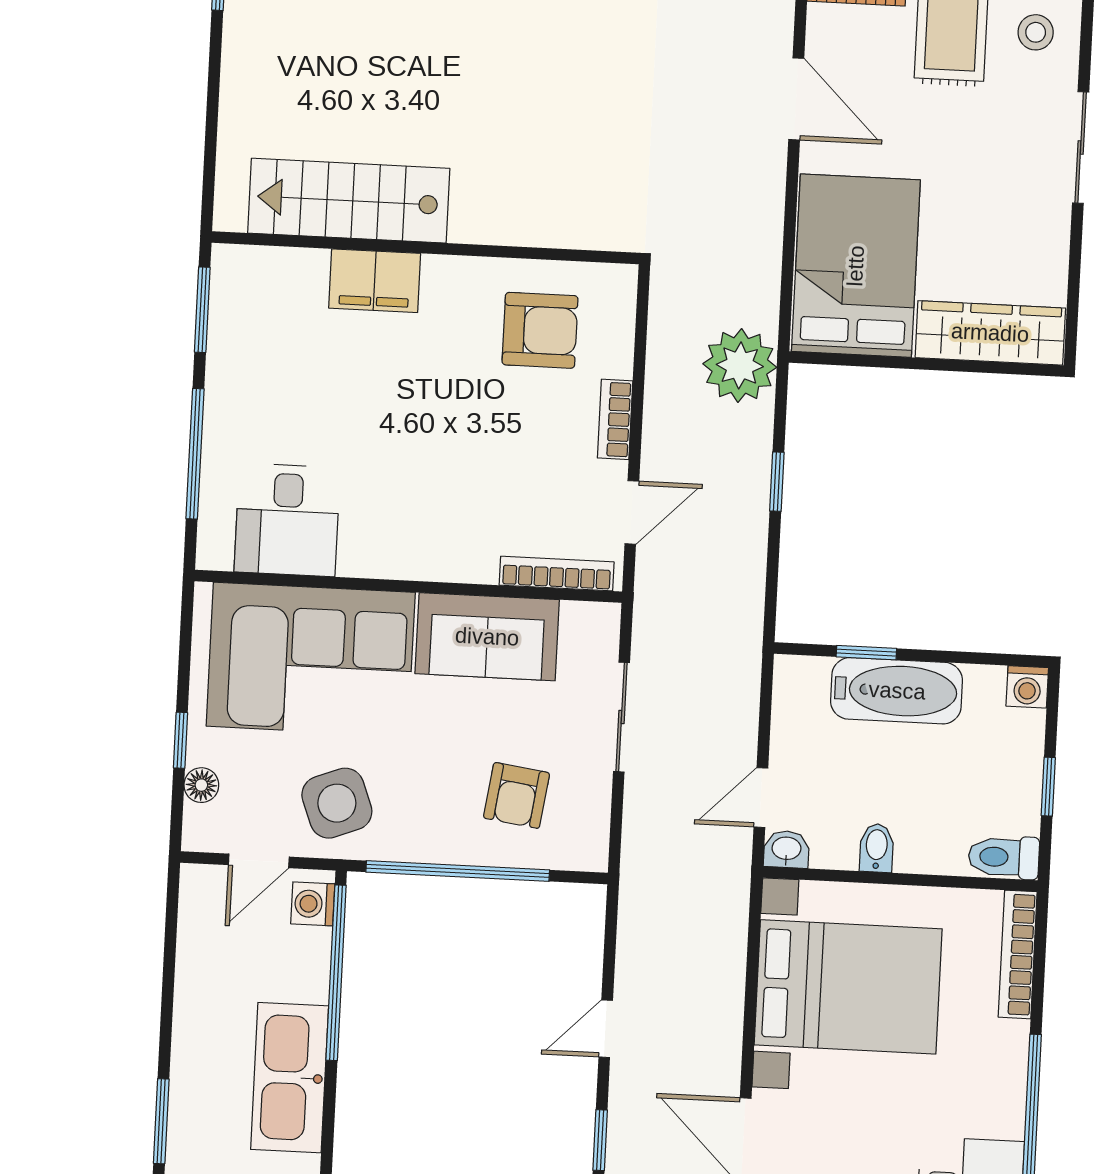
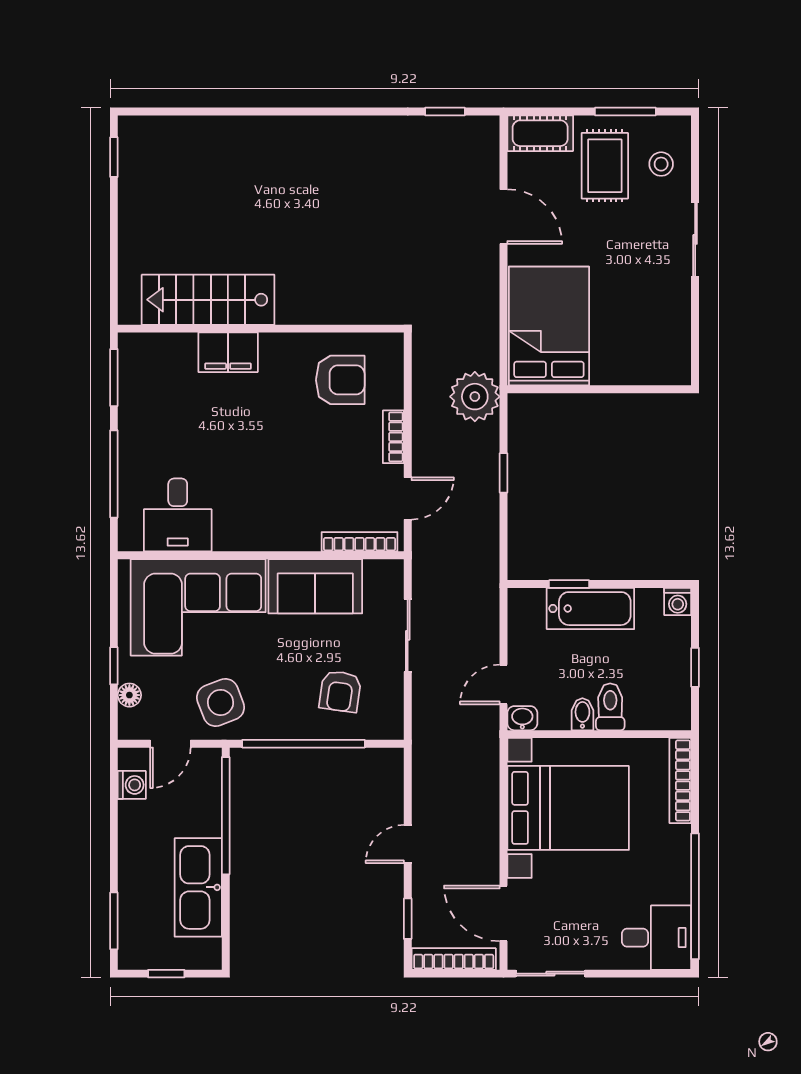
wardrobe: (990, 333) -> (641, 366), removed
toilet: (1004, 857) -> (610, 707), moved, turned 90
washing machine: (313, 904) -> (132, 785), moved, turned 180

